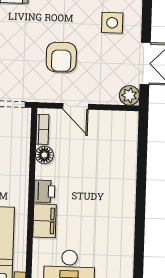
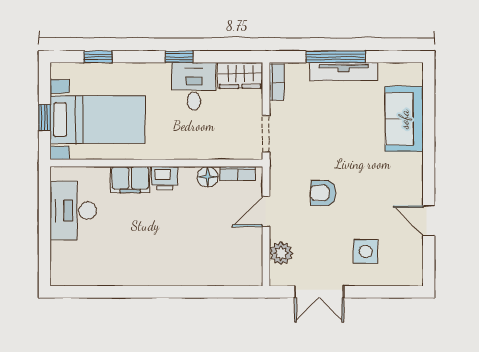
armchair: (61, 57) -> (323, 193), width x0.72, depth x0.72
plant: (129, 95) -> (281, 253), moved

